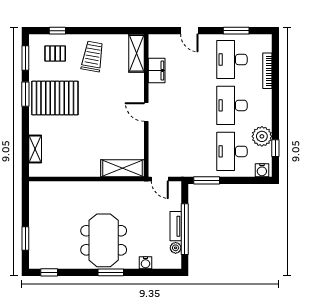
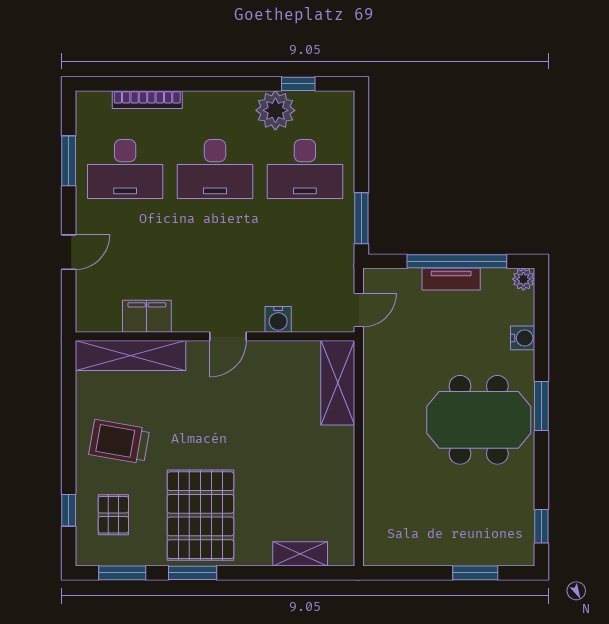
shelving: (137, 53) -> (130, 356), width x1.47
water cooler: (262, 170) -> (278, 319), moved, turned 90
plant: (176, 248) -> (523, 279), moved

